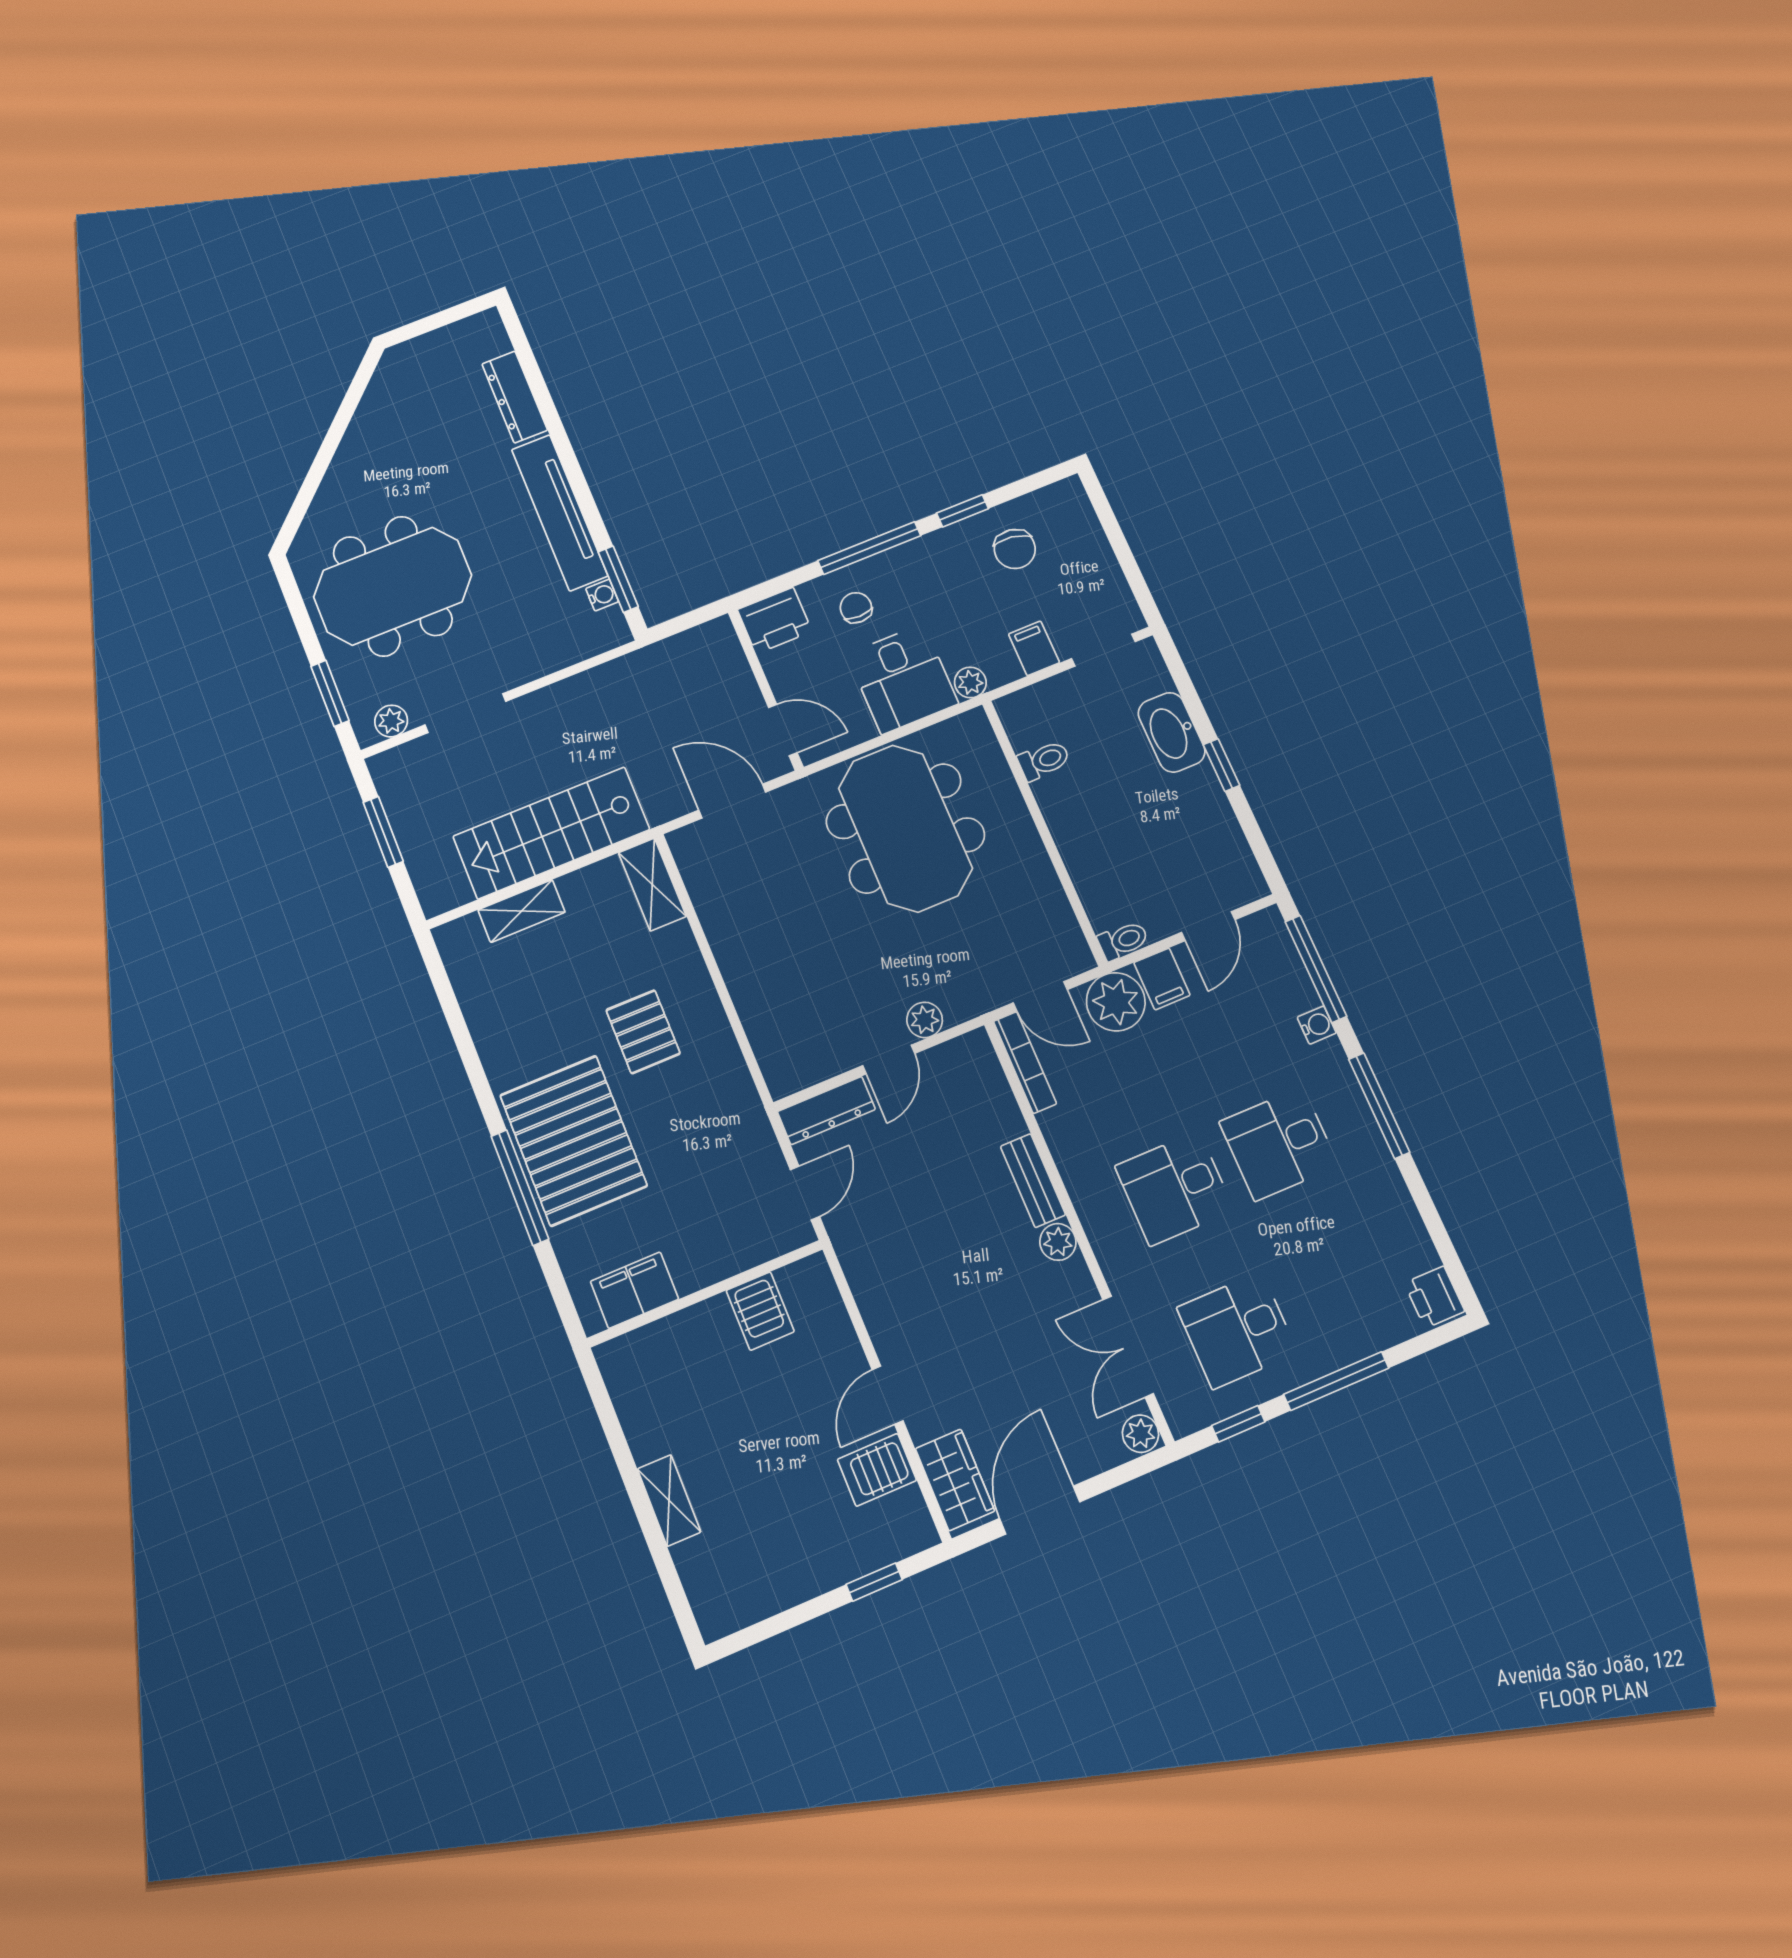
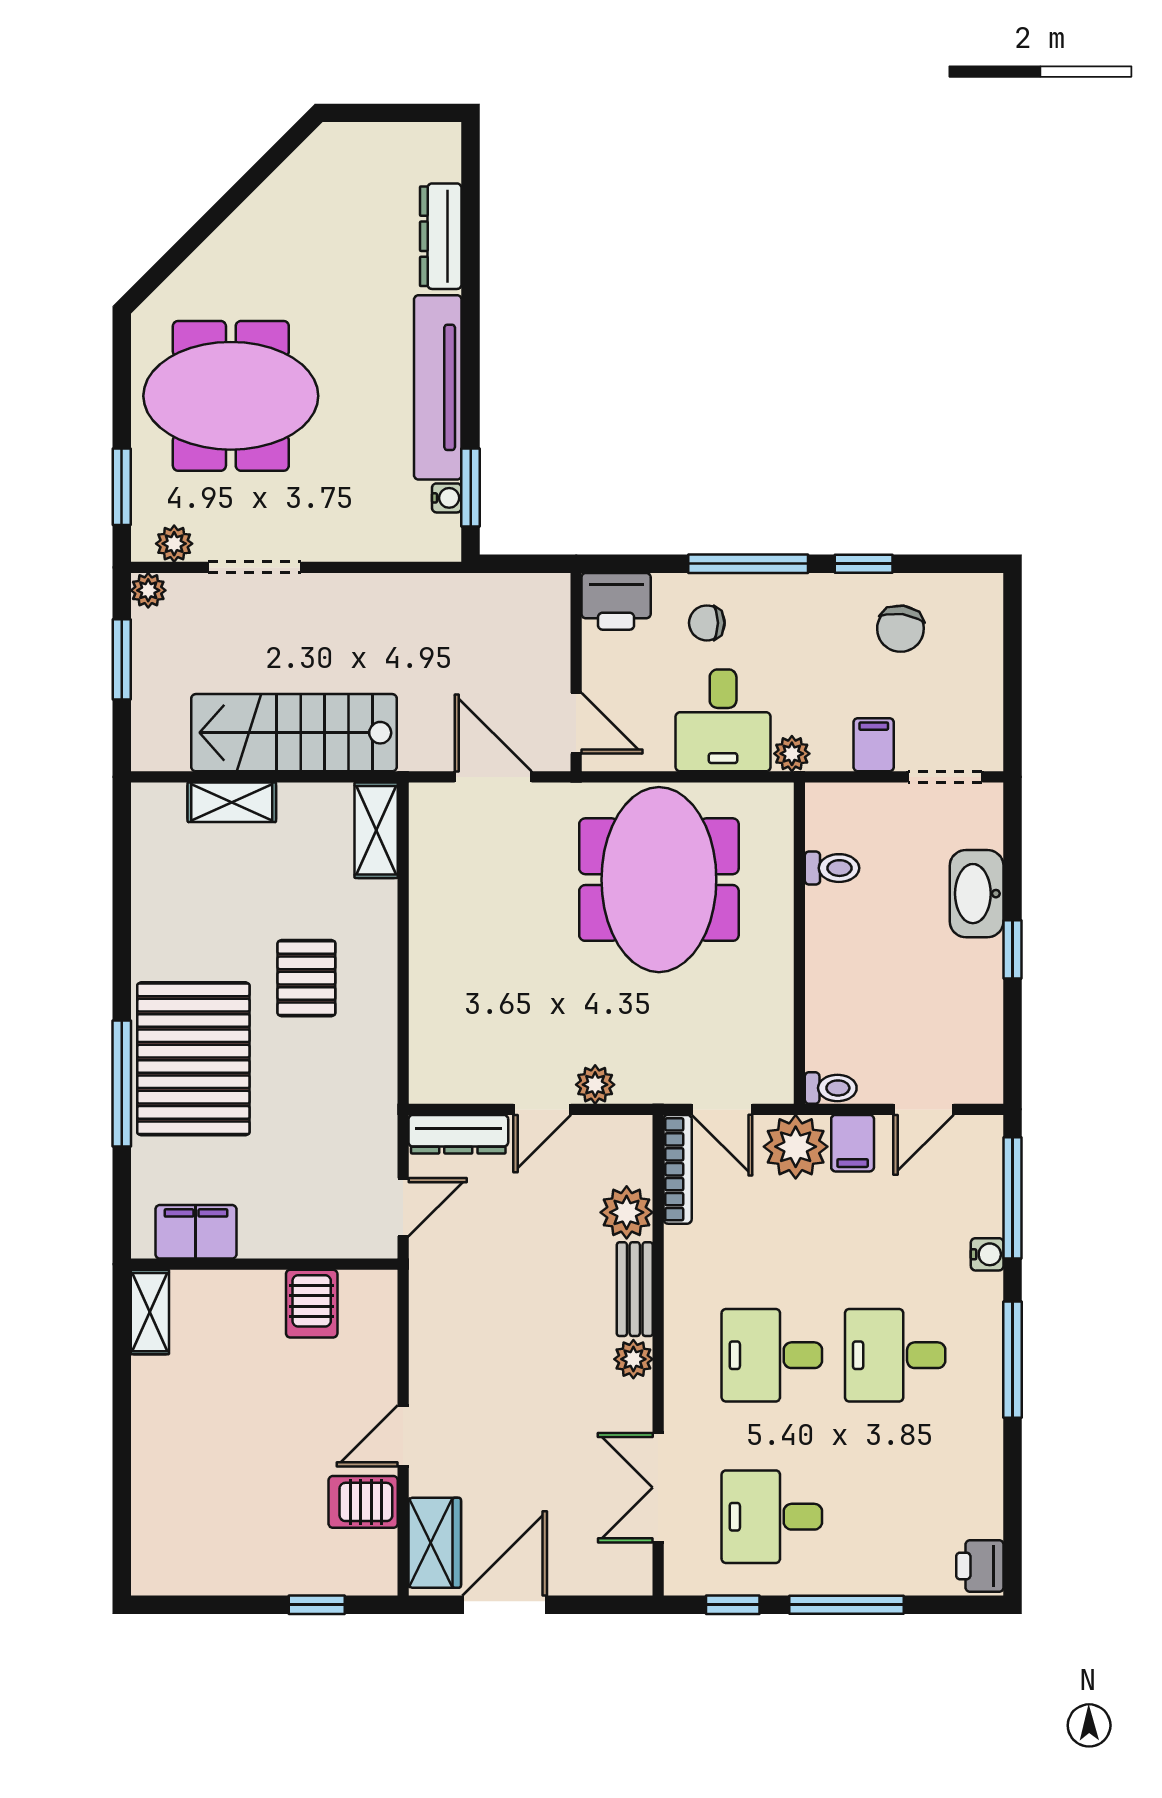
chair: (856, 608) -> (707, 623), turned -90
plant: (384, 767) -> (148, 590), added
plant: (1141, 1434) -> (627, 1212), moved, width x1.38, depth x1.38
shelving: (669, 1500) -> (150, 1312), moved

